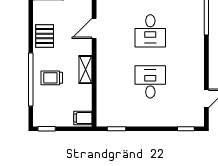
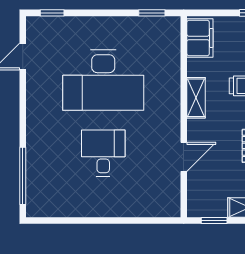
desk: (150, 82) -> (103, 80), width x1.87, depth x1.30
filing cabinet: (83, 118) -> (200, 38), width x2.00

